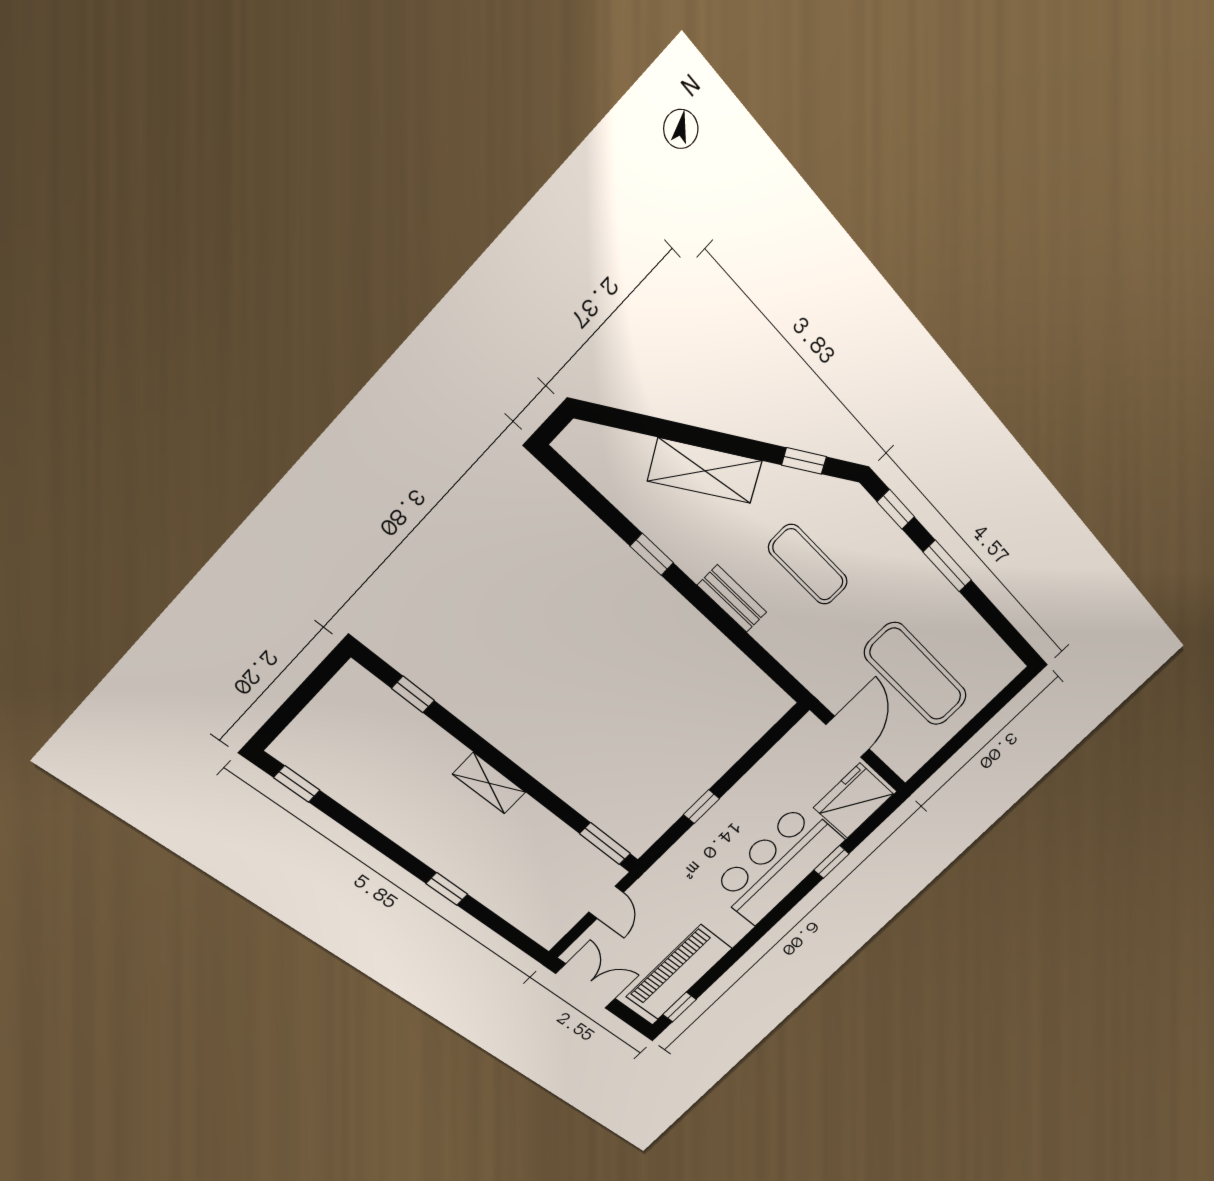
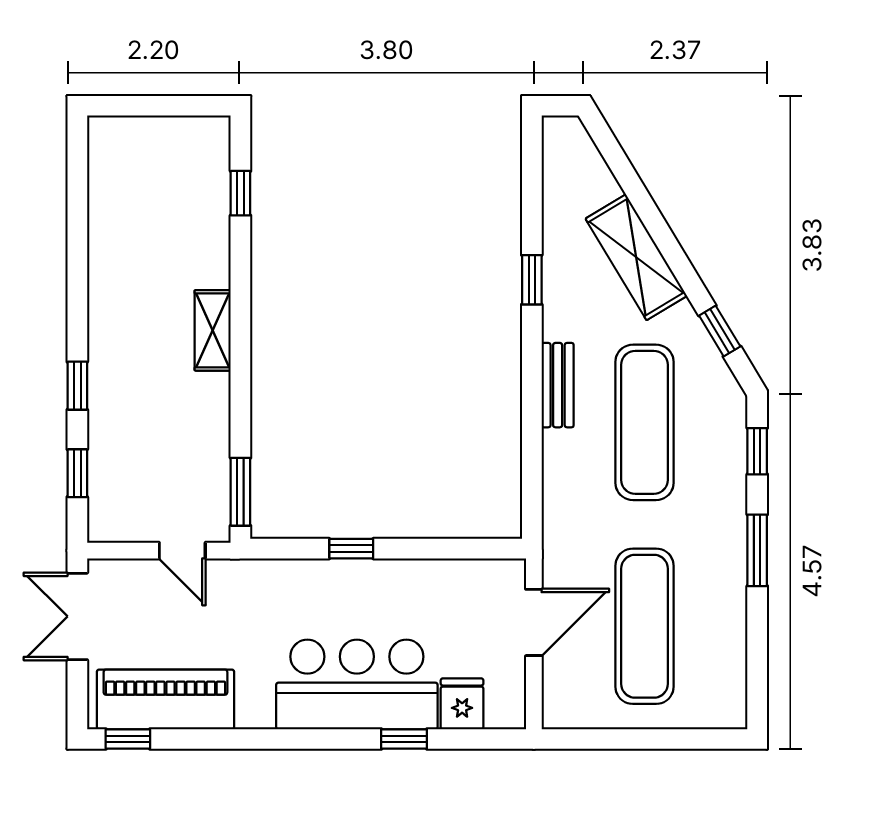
exercise mat: (808, 565) -> (645, 422), width x1.36, depth x1.45
window: (297, 784) -> (77, 473), moved
fridge: (854, 801) -> (462, 704), width x0.53, depth x0.75
door: (606, 902) -> (182, 551), hinge flipped
double door: (586, 986) -> (77, 616), swing flipped

